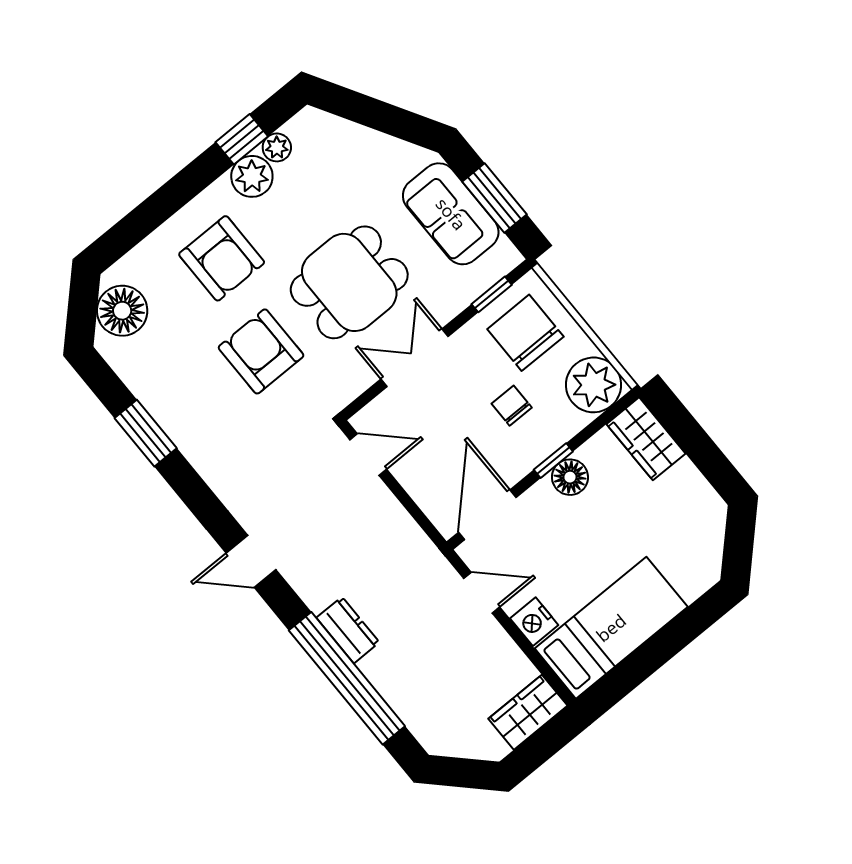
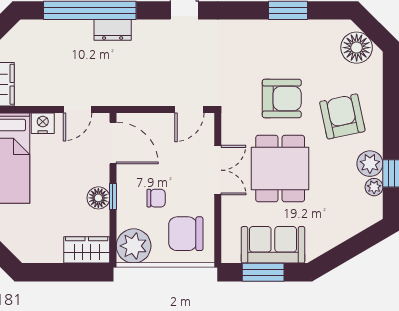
armchair: (222, 258) -> (342, 116), turned 78
window: (492, 294) -> (218, 233), removed
chair: (525, 333) -> (186, 234), turned 180

